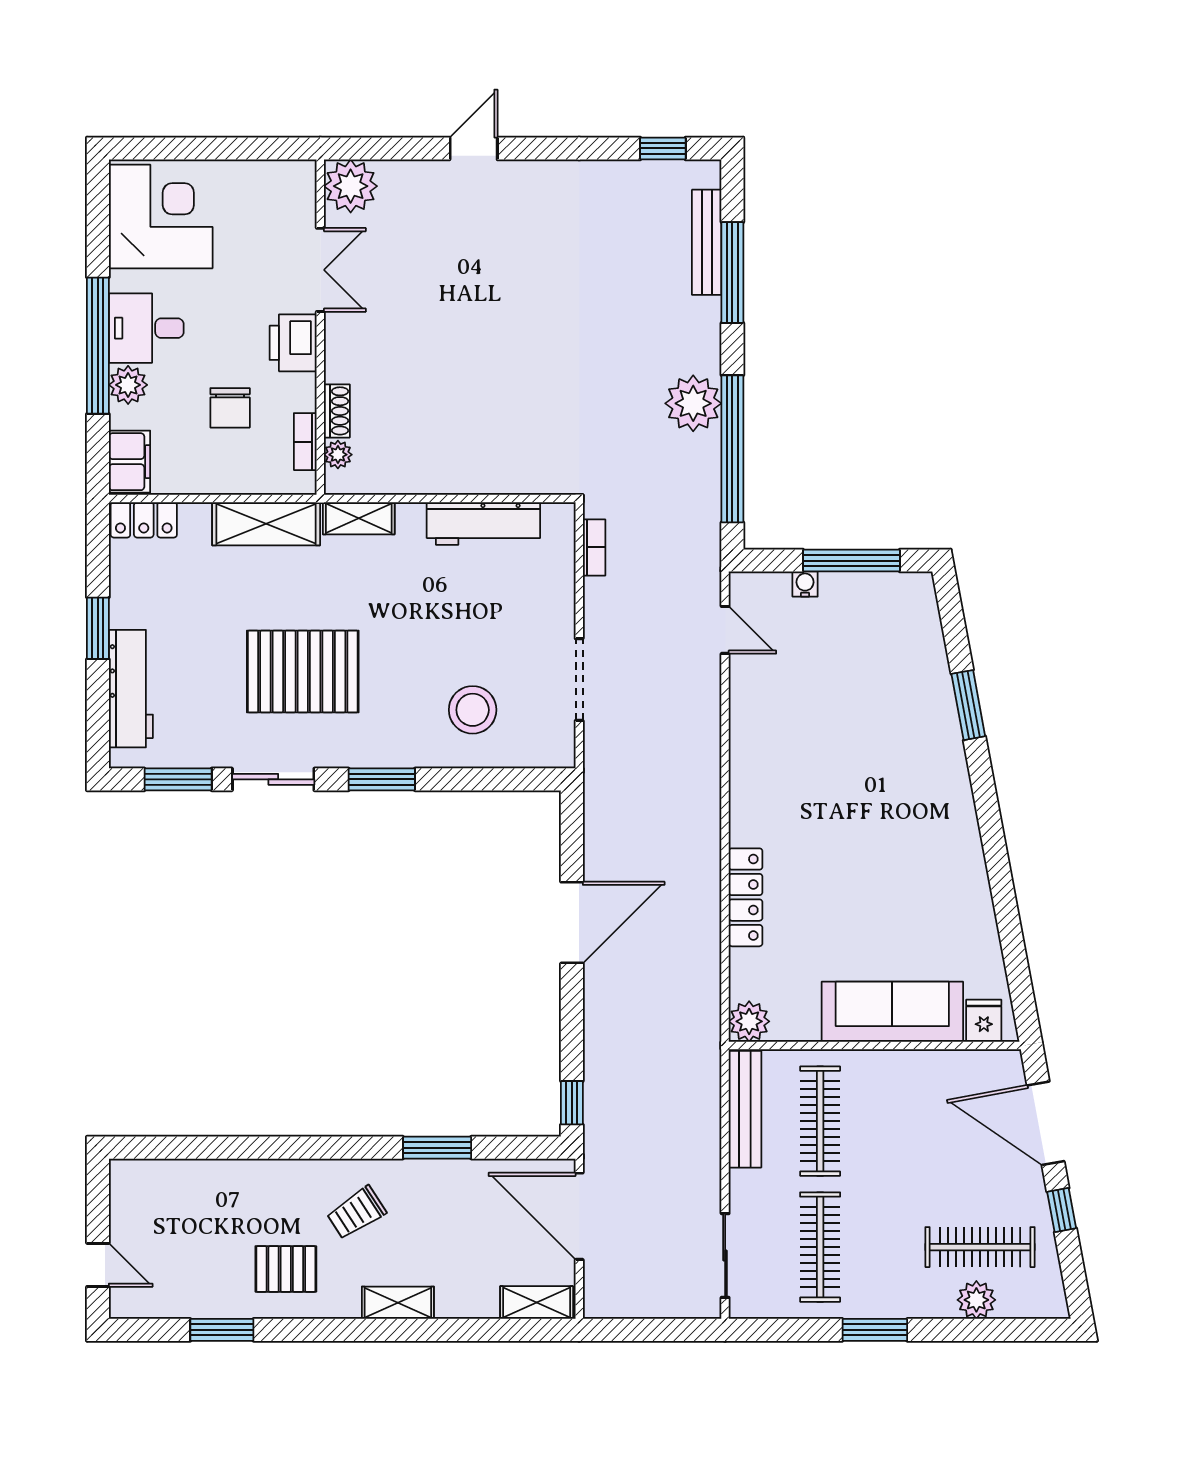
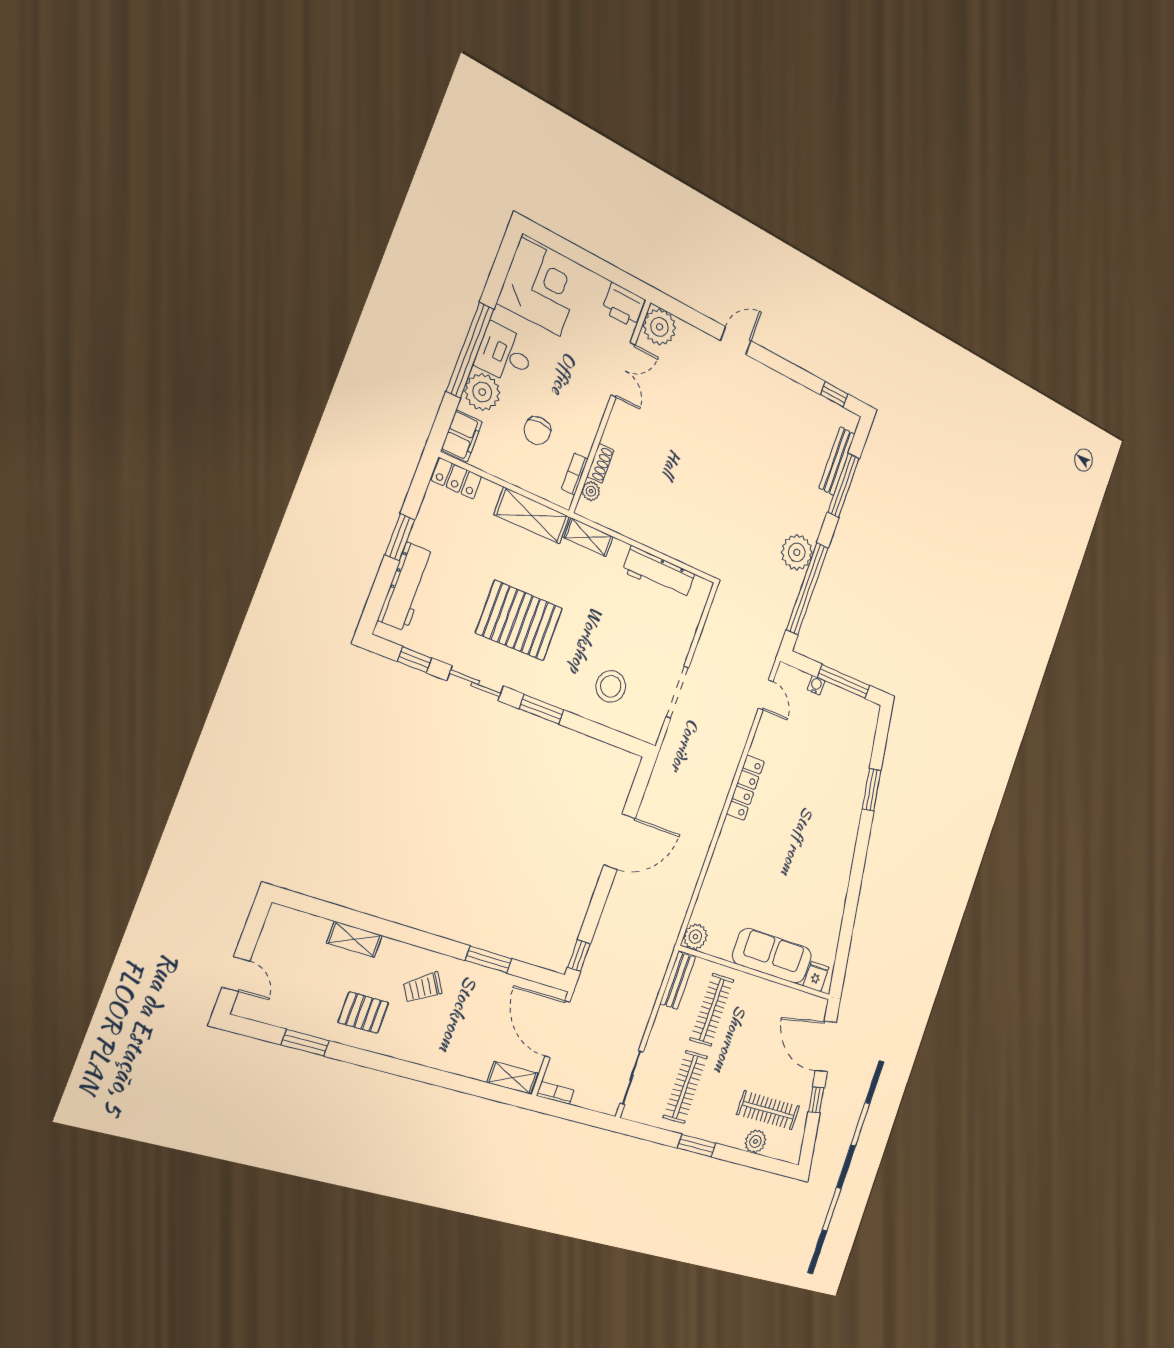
printer: (293, 343) -> (623, 305), moved, turned -90
plant: (128, 385) -> (482, 392), width x1.36, depth x1.36
bookcase: (594, 547) -> (555, 1093), moved, turned -90
window: (178, 779) -> (415, 660), width x0.67
locker: (746, 897) -> (745, 788), moved
bench: (745, 1109) -> (678, 980), width x0.73
shelving: (398, 1303) -> (354, 939), moved

